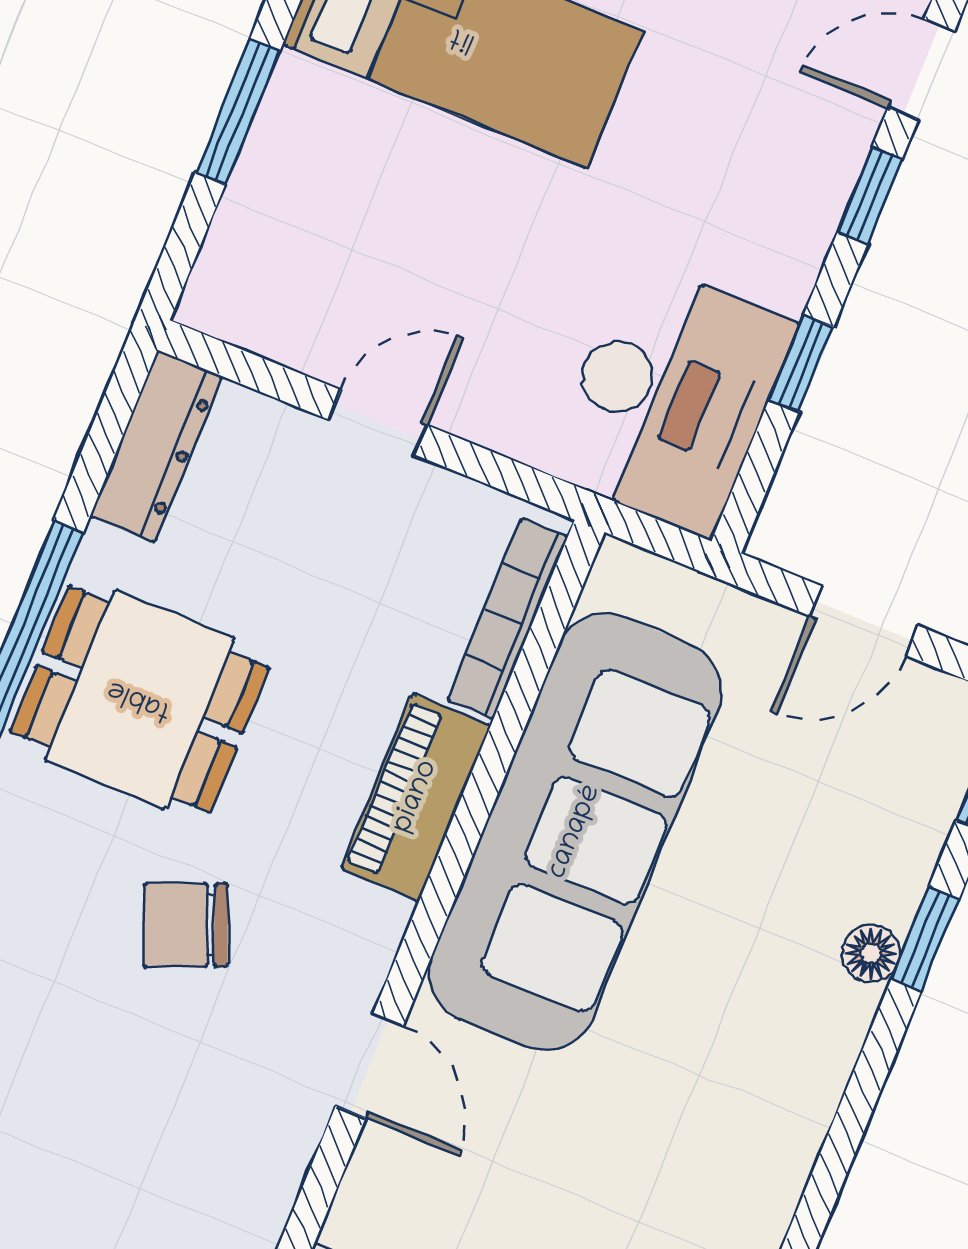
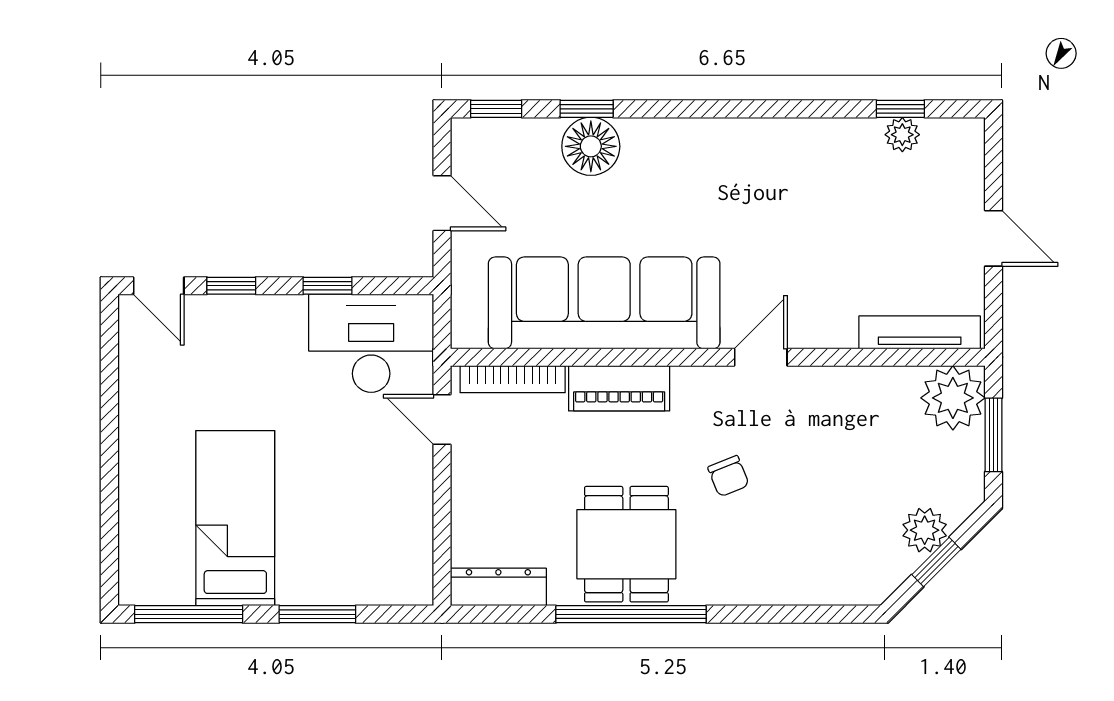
door: (378, 423) -> (442, 420), moved
chair: (186, 925) -> (728, 476), width x0.73, depth x0.73
floor lamp: (871, 953) -> (591, 146), width x1.89, depth x1.89

